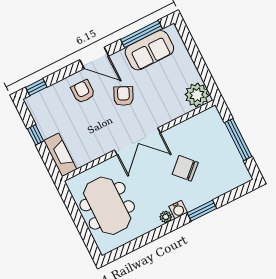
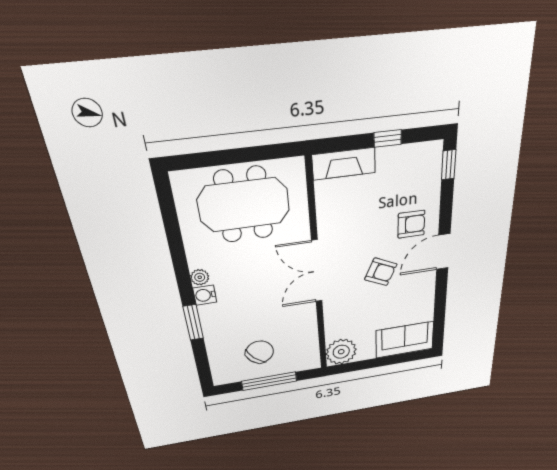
window: (141, 34) -> (440, 312), removed
sofa: (149, 50) -> (405, 340), moved, turned 90
chair: (185, 168) -> (260, 352), moved

